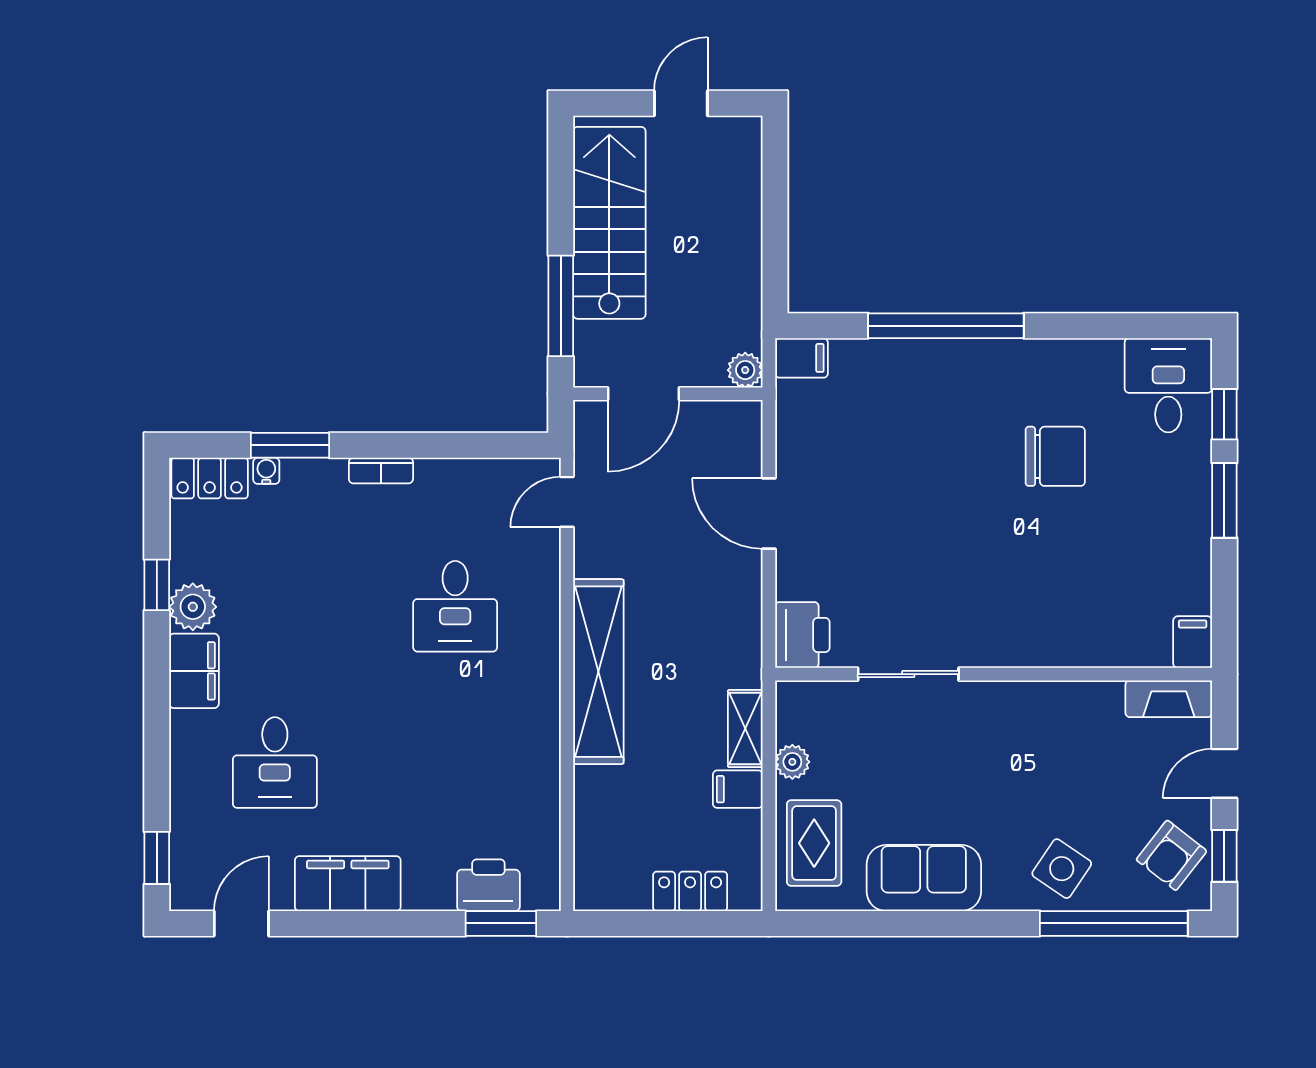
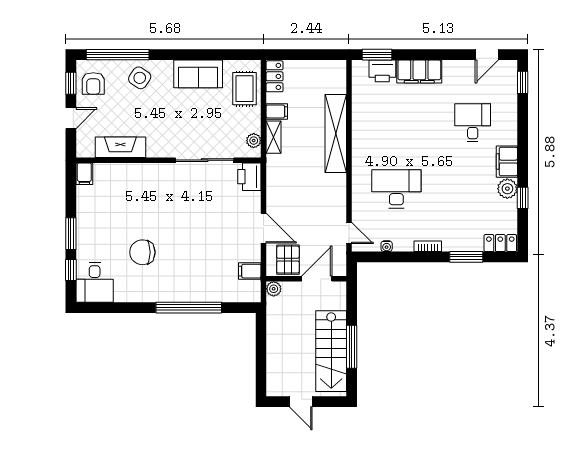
door: (681, 103) -> (301, 402), hinge flipped
window: (561, 306) -> (352, 347), moved
filing cabinet: (801, 358) -> (250, 271), moved
pallet: (711, 439) -> (288, 260), added
water cooler: (266, 471) -> (387, 246), moved
door: (567, 502) -> (349, 233), hinge flipped
desk: (455, 606) -> (396, 189), width x1.37
shelving: (598, 672) -> (336, 134), moved
sliding door: (908, 674) -> (205, 160), width x1.37
fireplace: (1169, 699) -> (120, 147), moved, width x1.37, depth x1.32
plant: (792, 762) -> (254, 141), moved
armchair: (1171, 855) -> (93, 83), turned 142
filing cabinet: (348, 884) -> (419, 71), moved
locker: (690, 891) -> (275, 76), moved, turned -90

